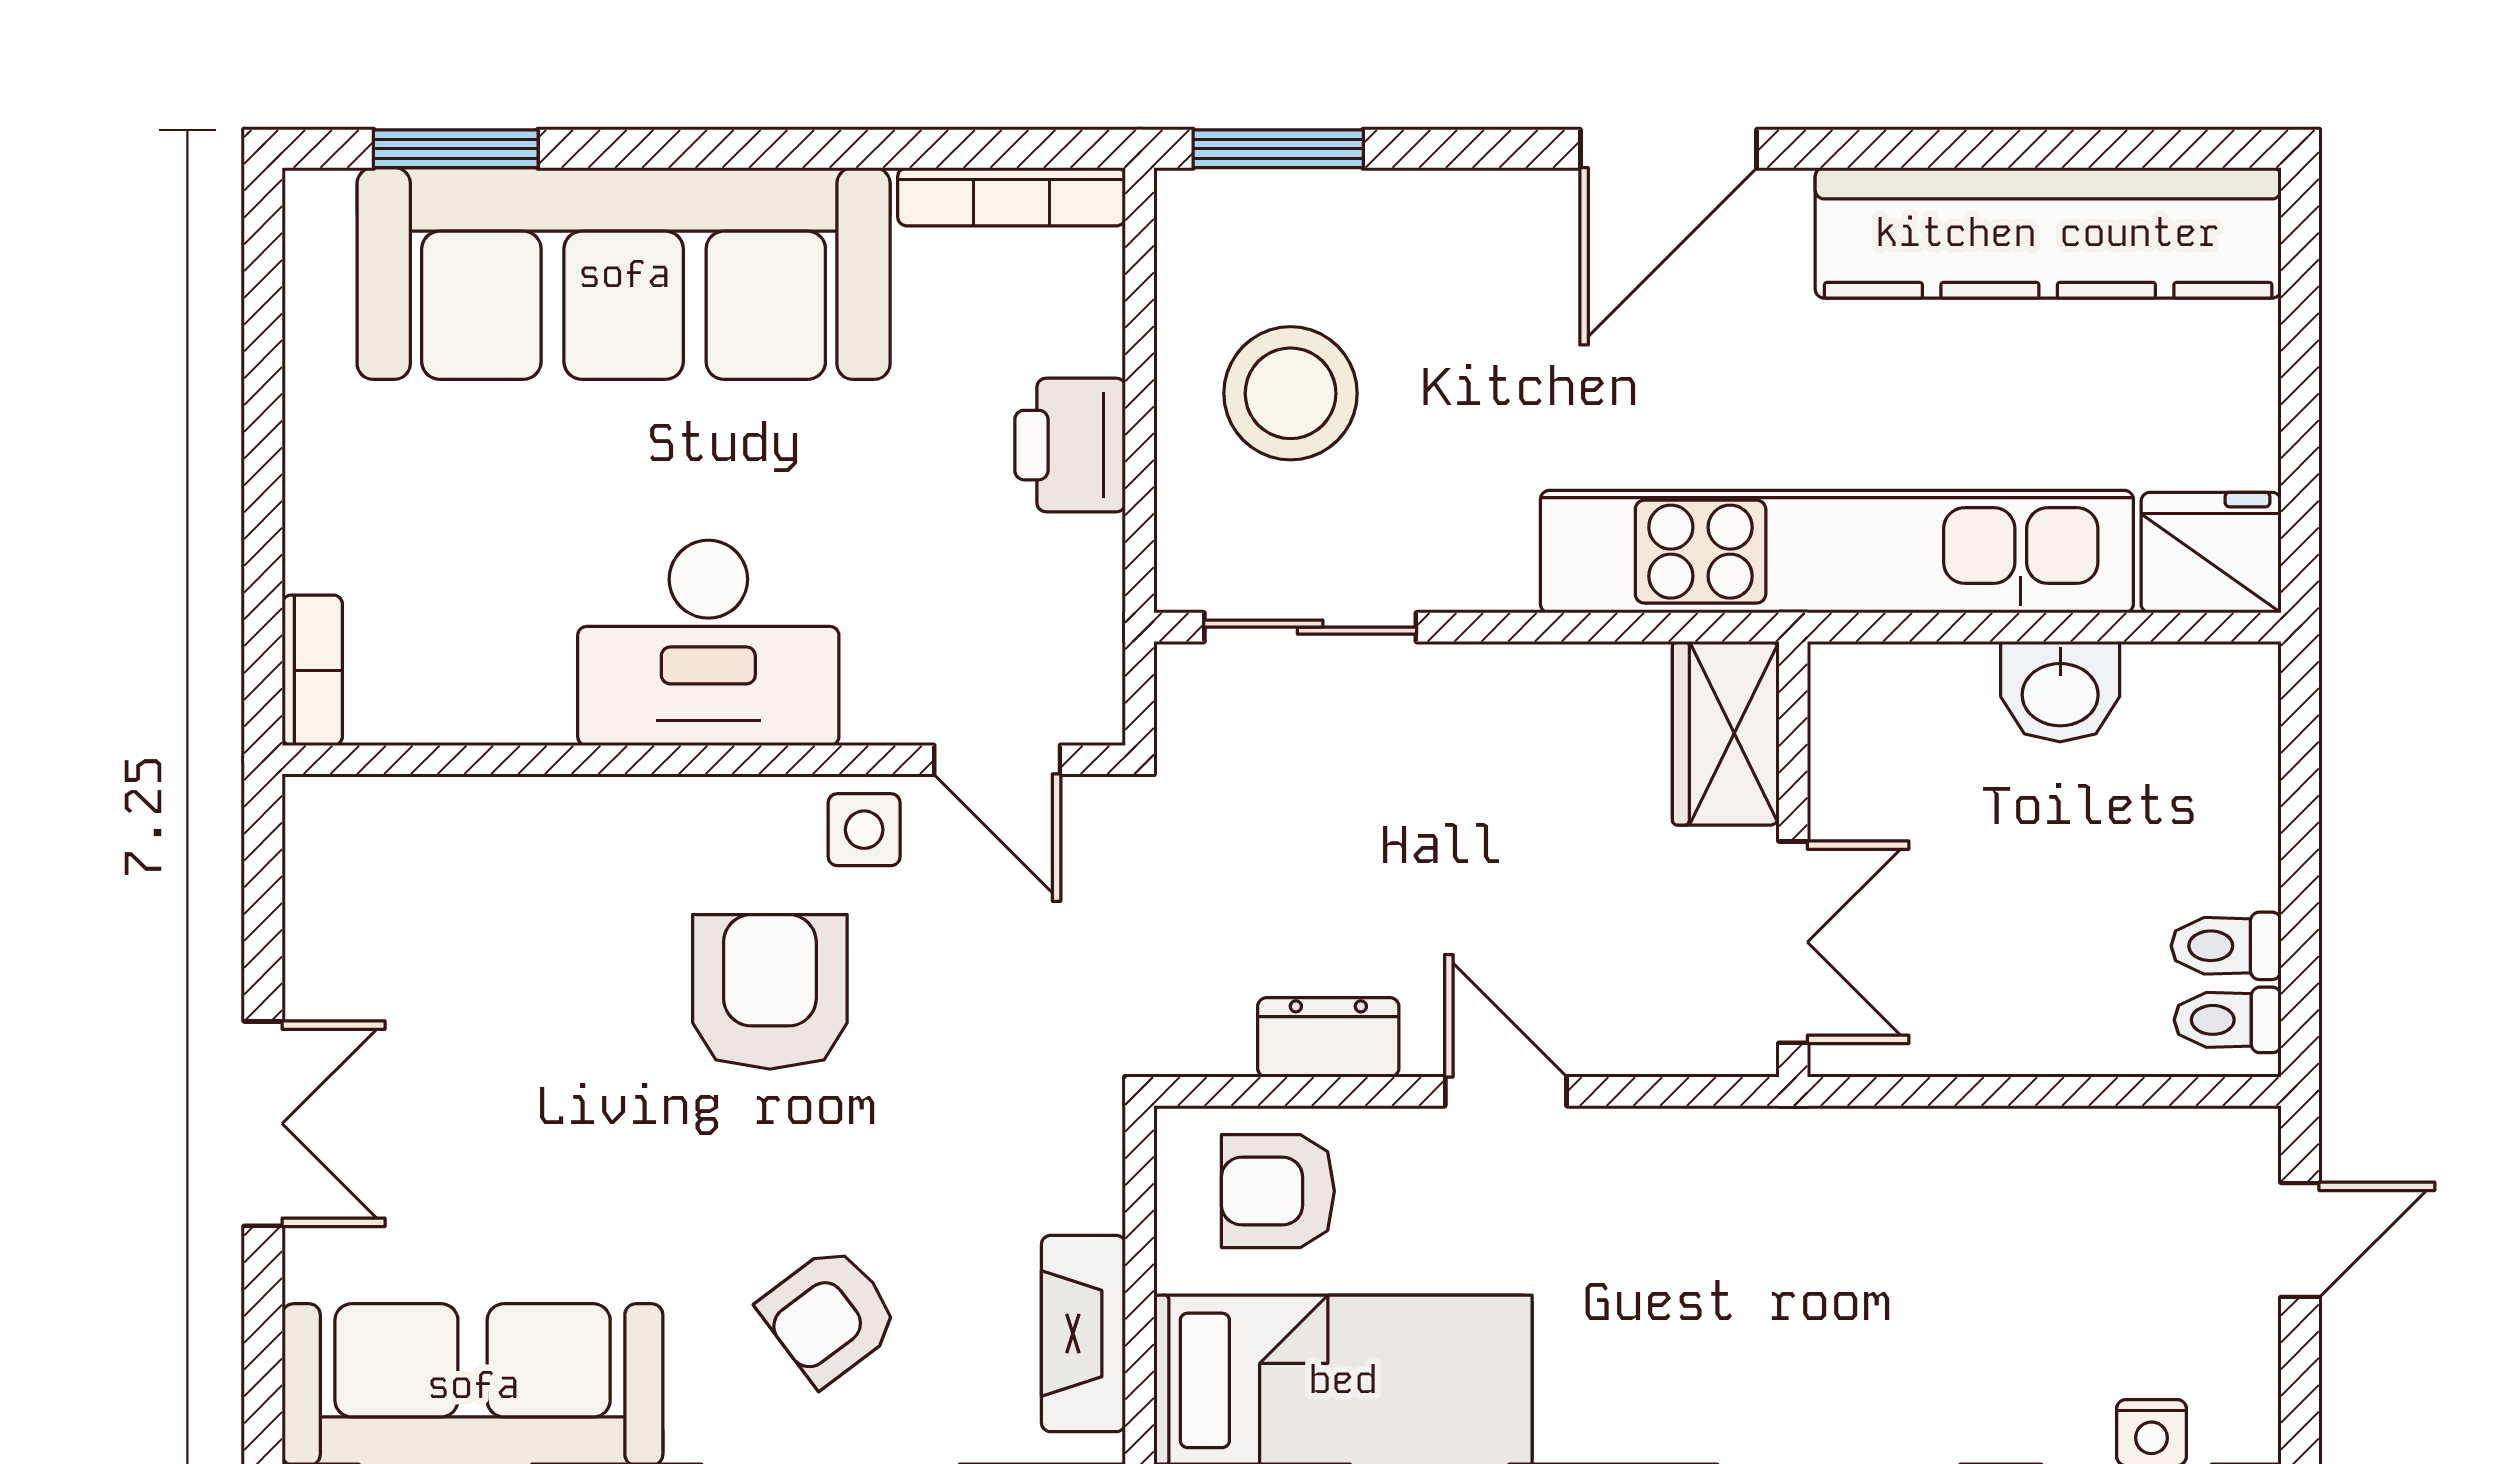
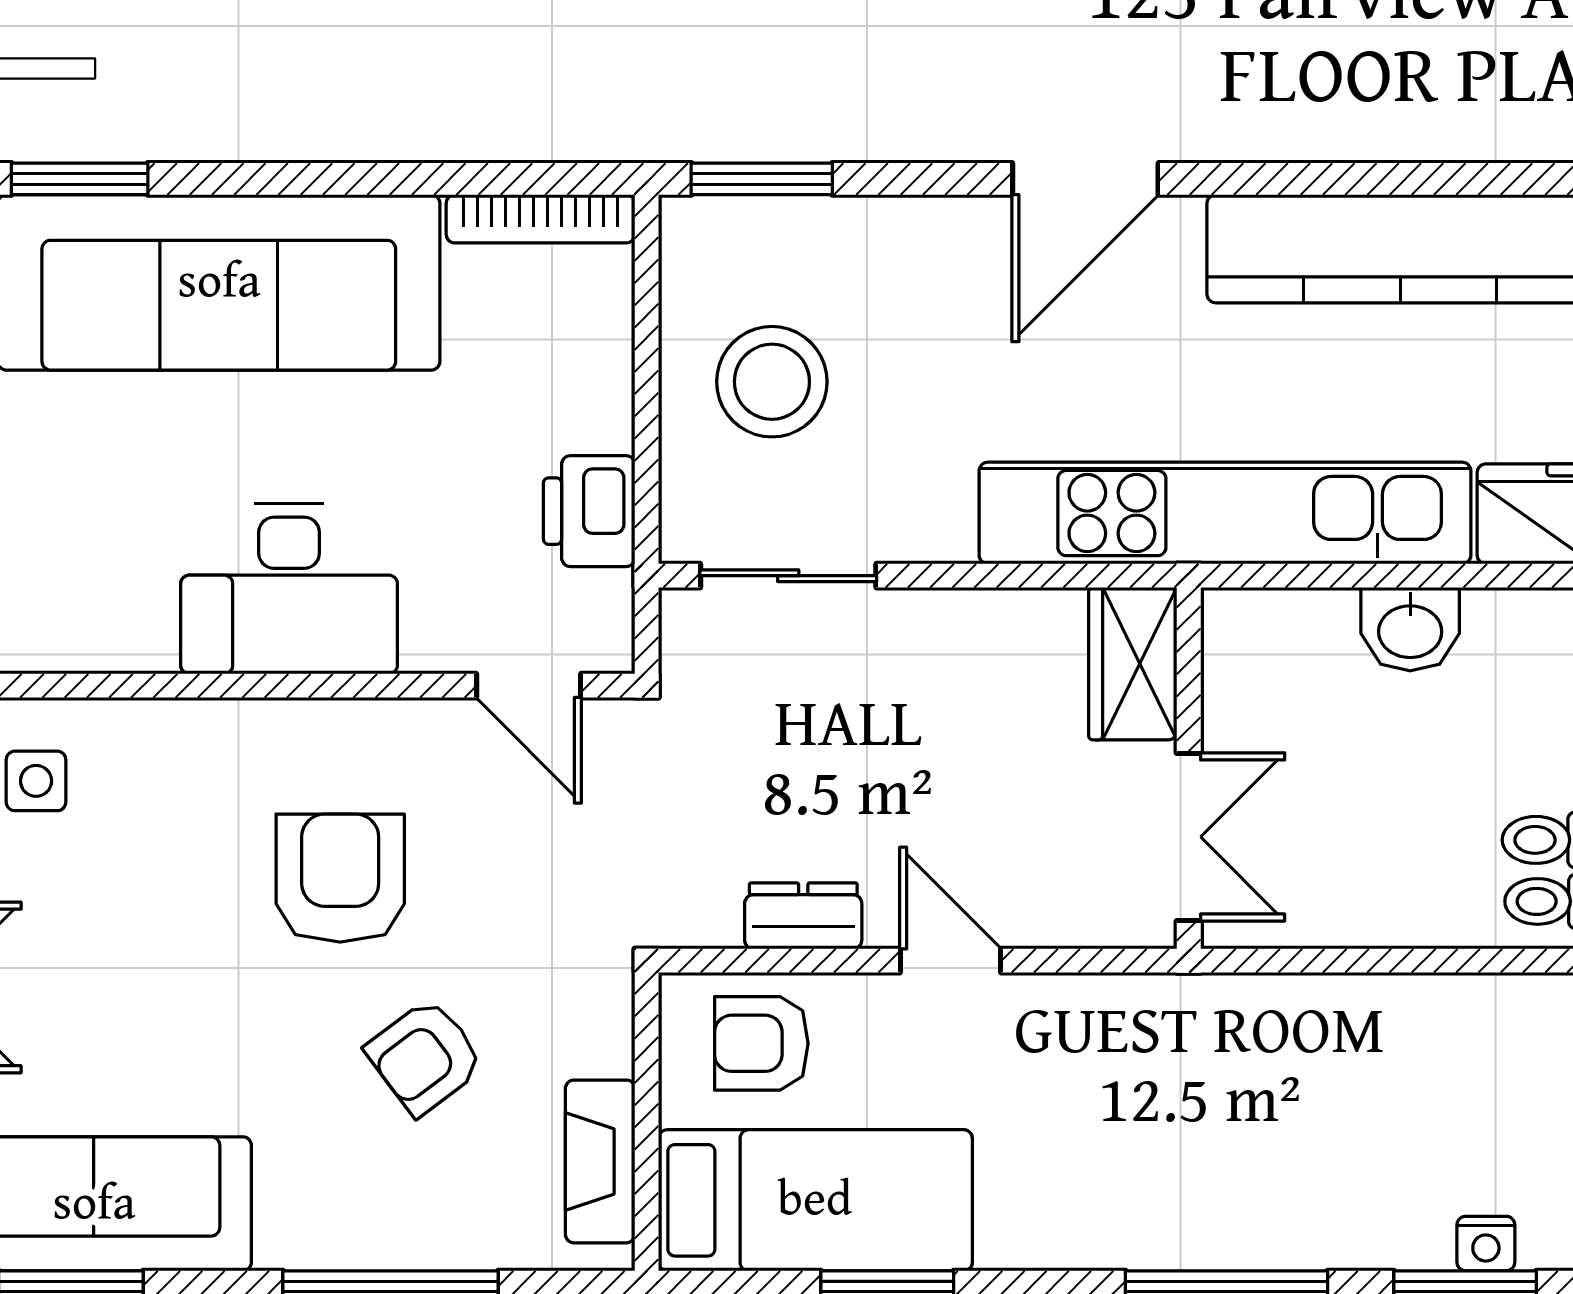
printer: (1070, 445) -> (589, 511), moved
side table: (864, 830) -> (36, 781), moved
armchair: (829, 1315) -> (425, 1057), moved

